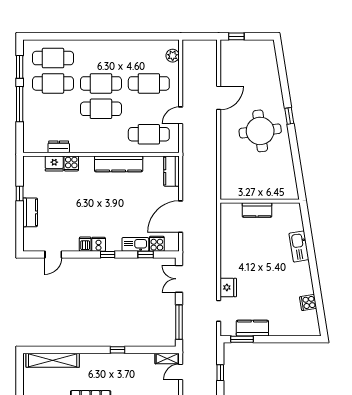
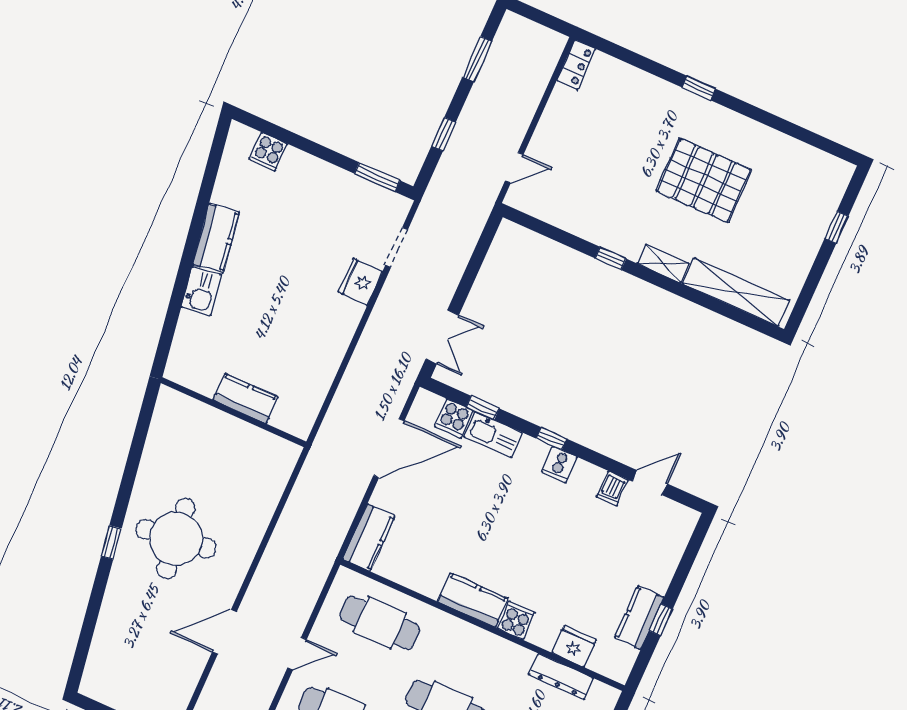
door: (181, 115) -> (297, 654), moved
dresser: (59, 147) -> (561, 676), width x1.44
cooker: (71, 163) -> (516, 620), moved
kitchen counter: (119, 164) -> (473, 600), width x0.67
kitchen counter: (30, 212) -> (639, 618), moved
dishwasher: (85, 244) -> (612, 489), moved
kitchen sink: (299, 246) -> (201, 291), width x0.73
cooker: (308, 303) -> (268, 152), moved, turned 99
window: (179, 322) -> (477, 259), removed
kitchen counter: (252, 328) -> (216, 238), moved, turned -99
shelving: (167, 358) -> (663, 263), moved

